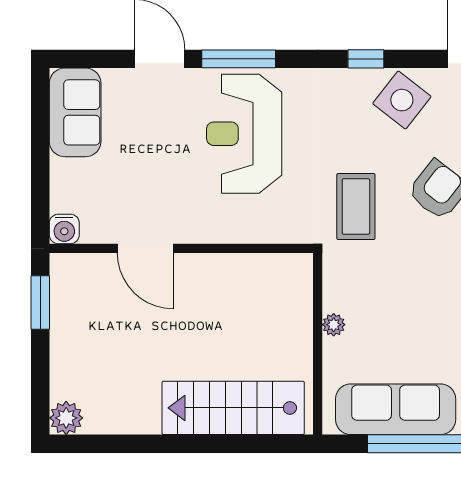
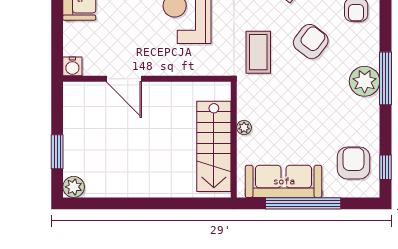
window: (40, 303) -> (57, 152), moved
stairs: (233, 408) -> (214, 146), moved, turned -90

